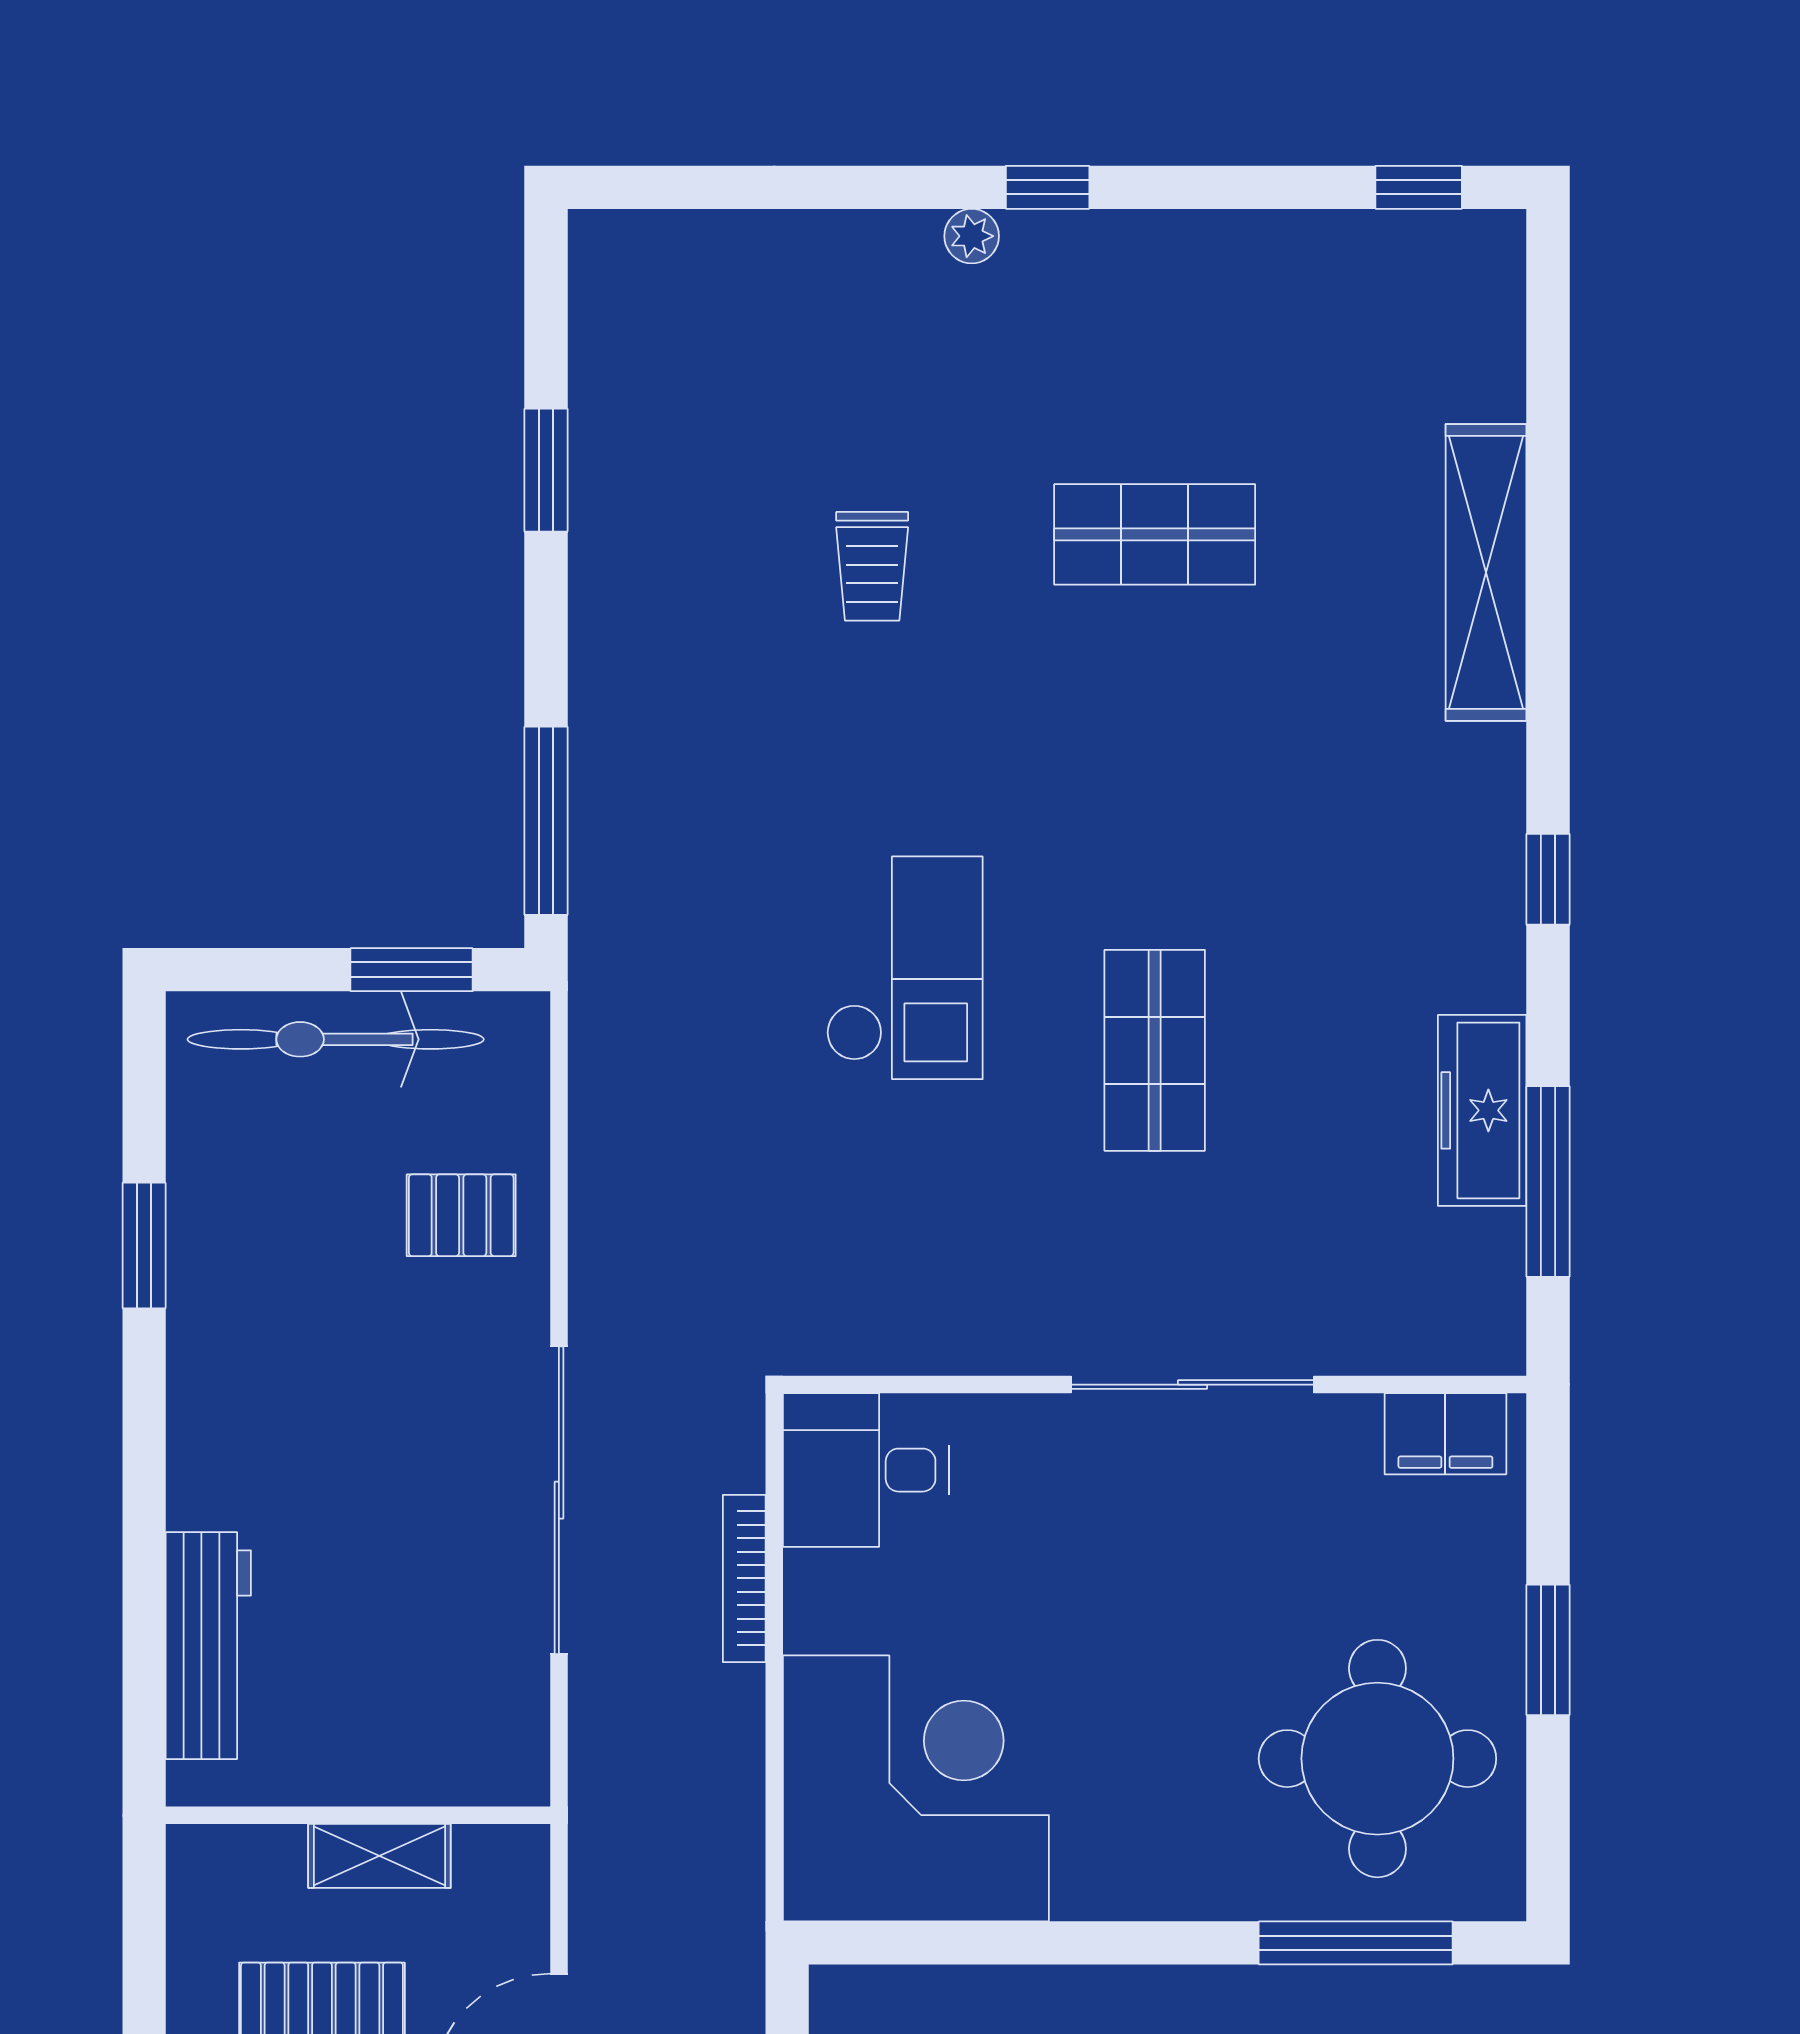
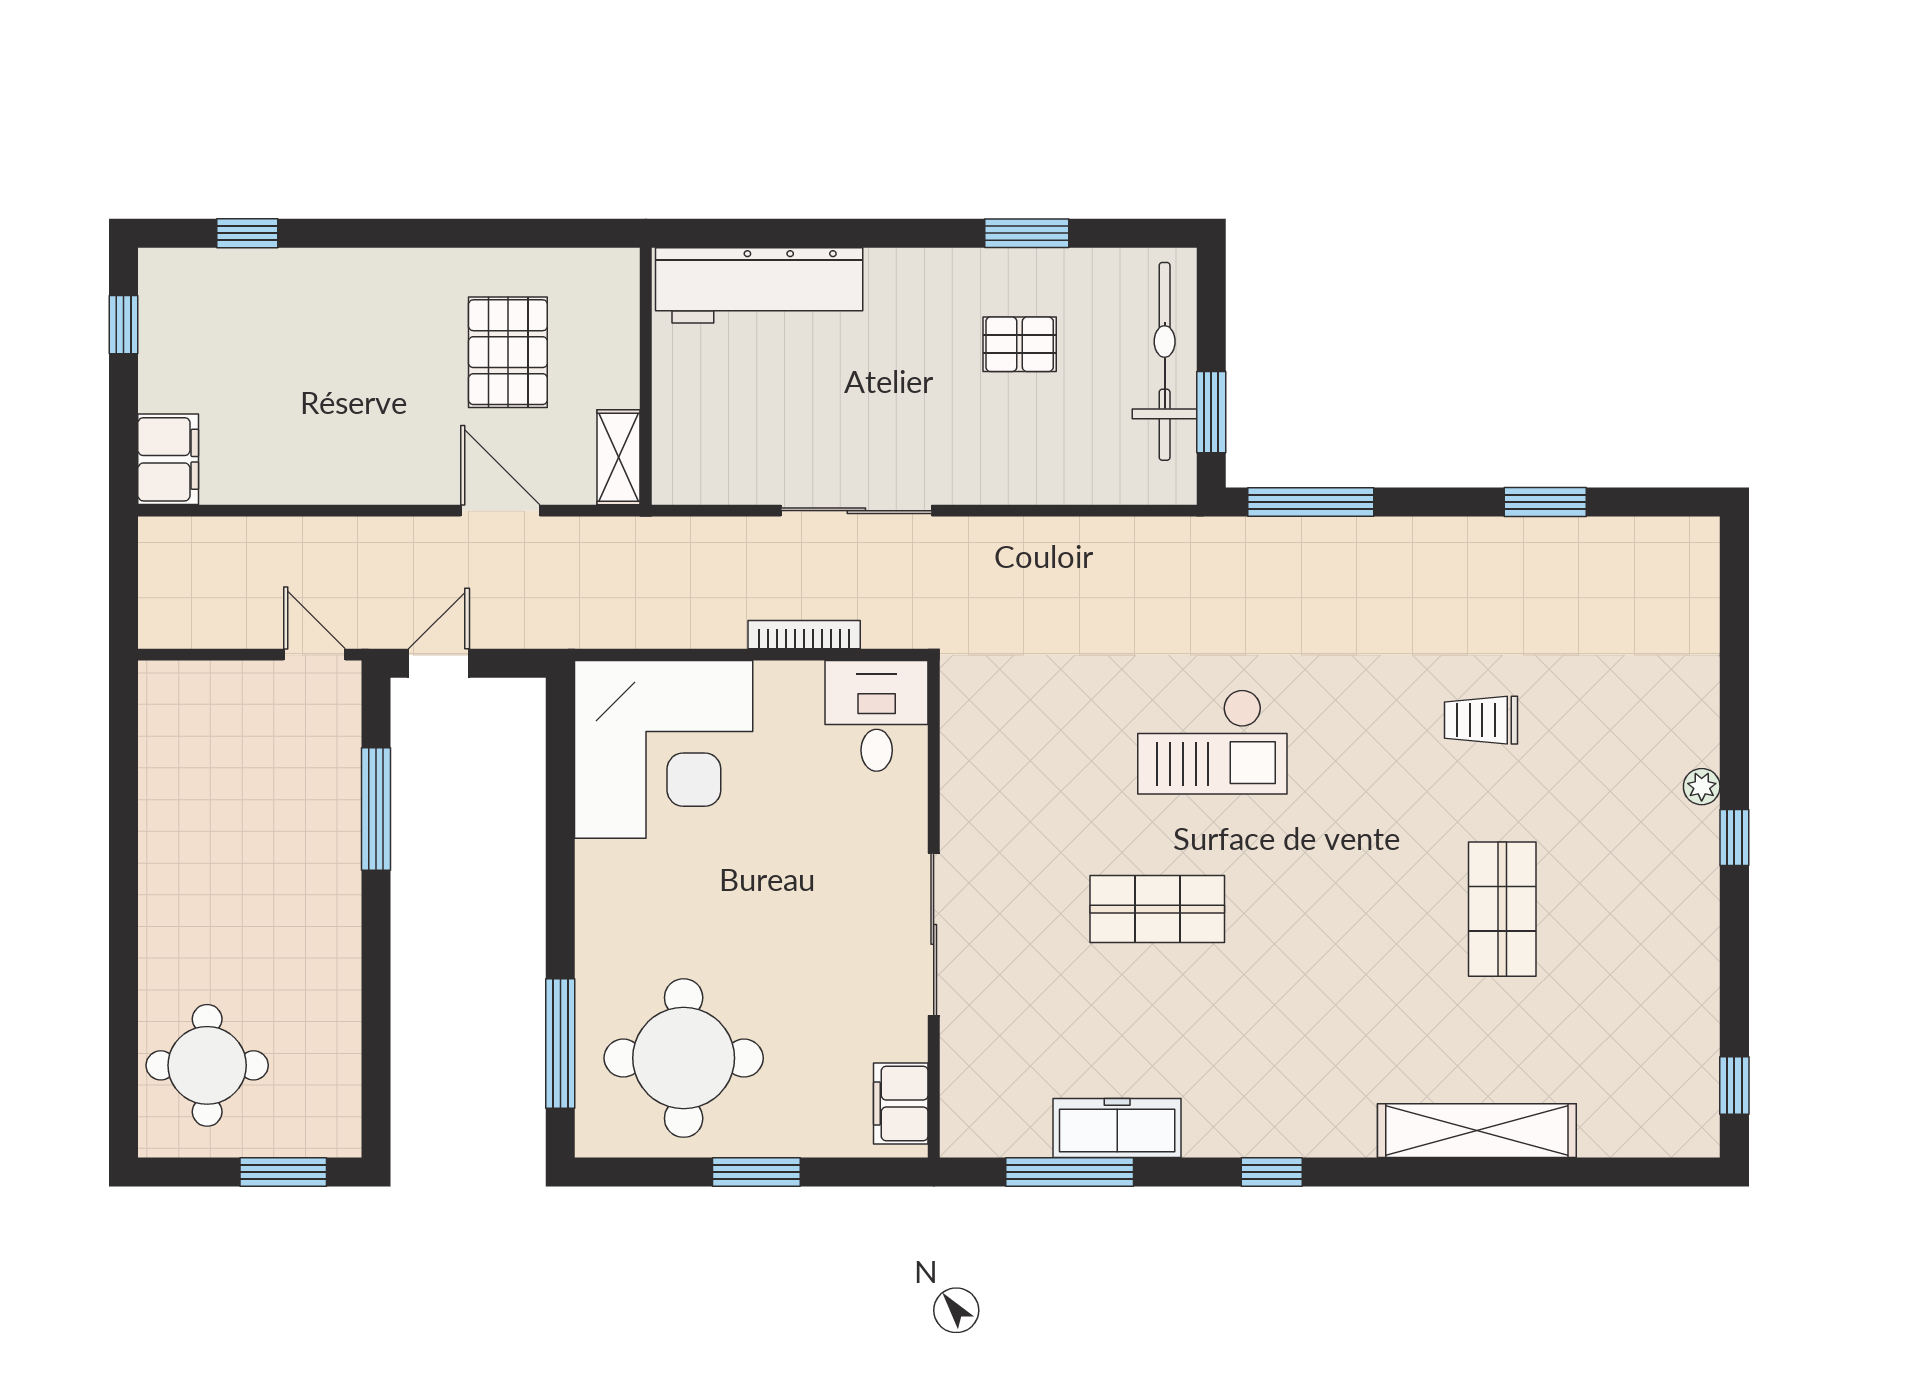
pallet: (461, 1215) -> (1020, 344), moved, turned 90
sliding door: (559, 1500) -> (856, 511), width x0.73
workbench: (208, 1646) -> (759, 285), width x1.36, depth x1.32
shelving: (379, 1856) -> (619, 457), moved

